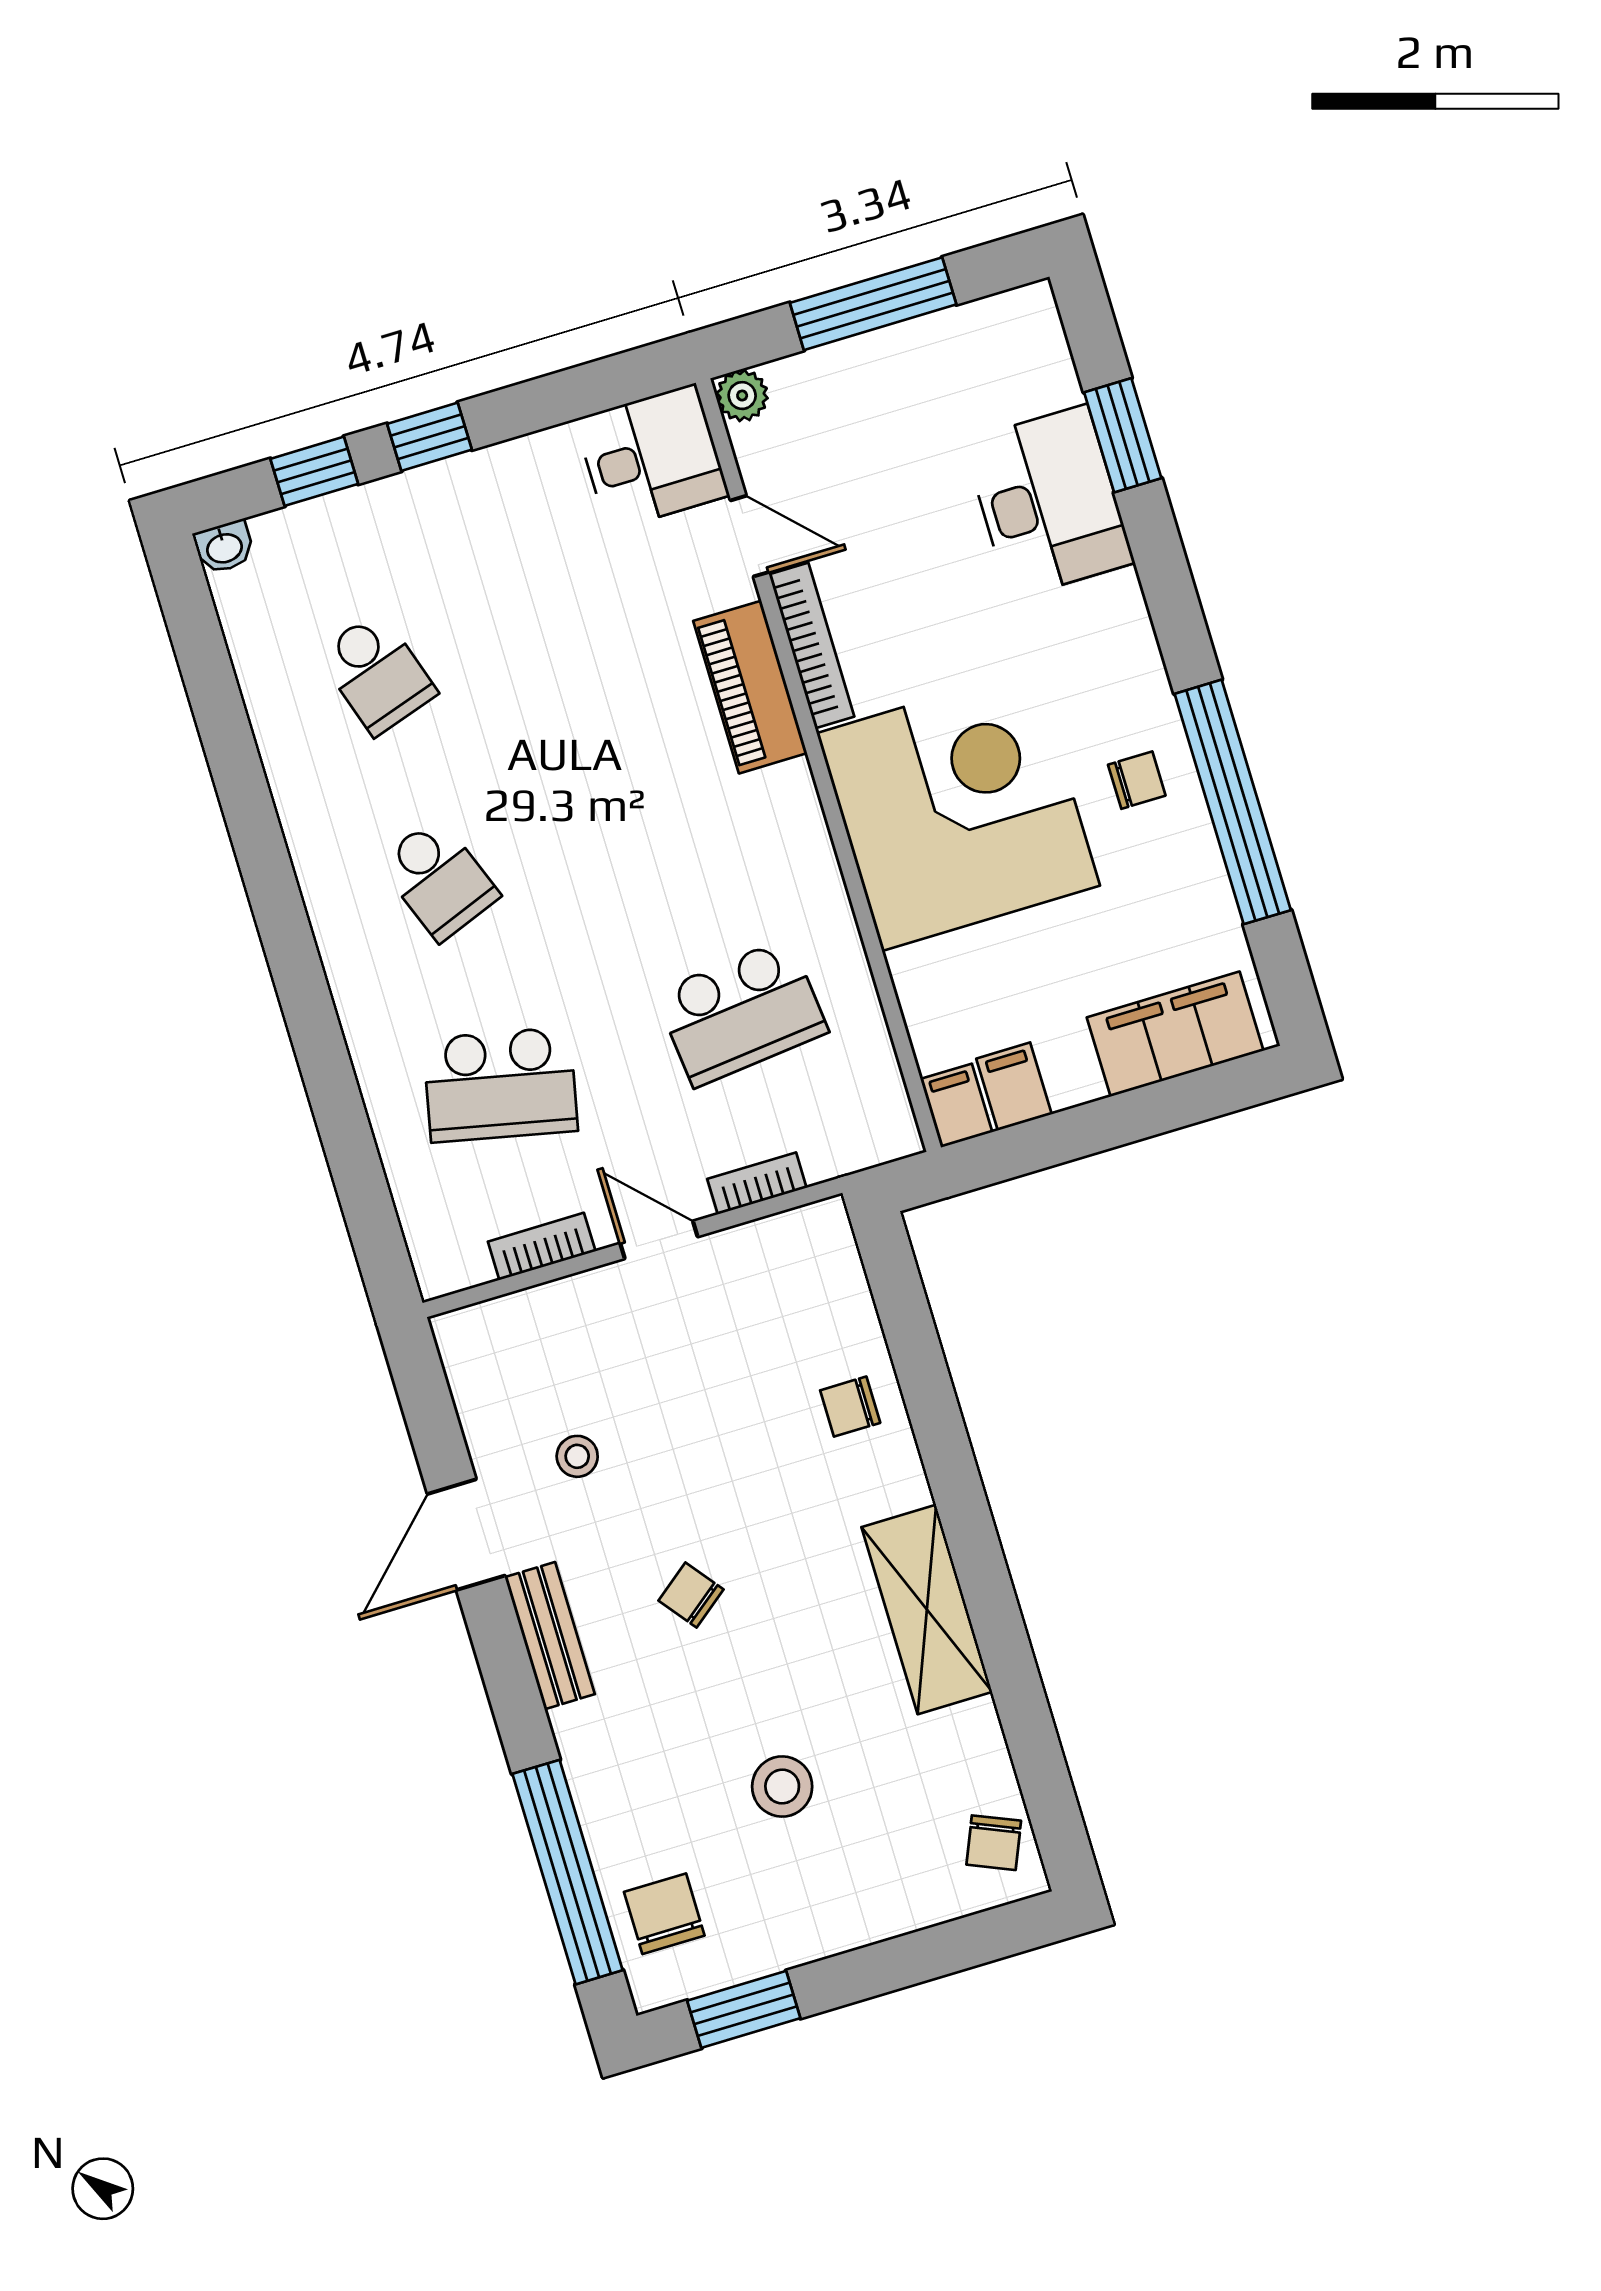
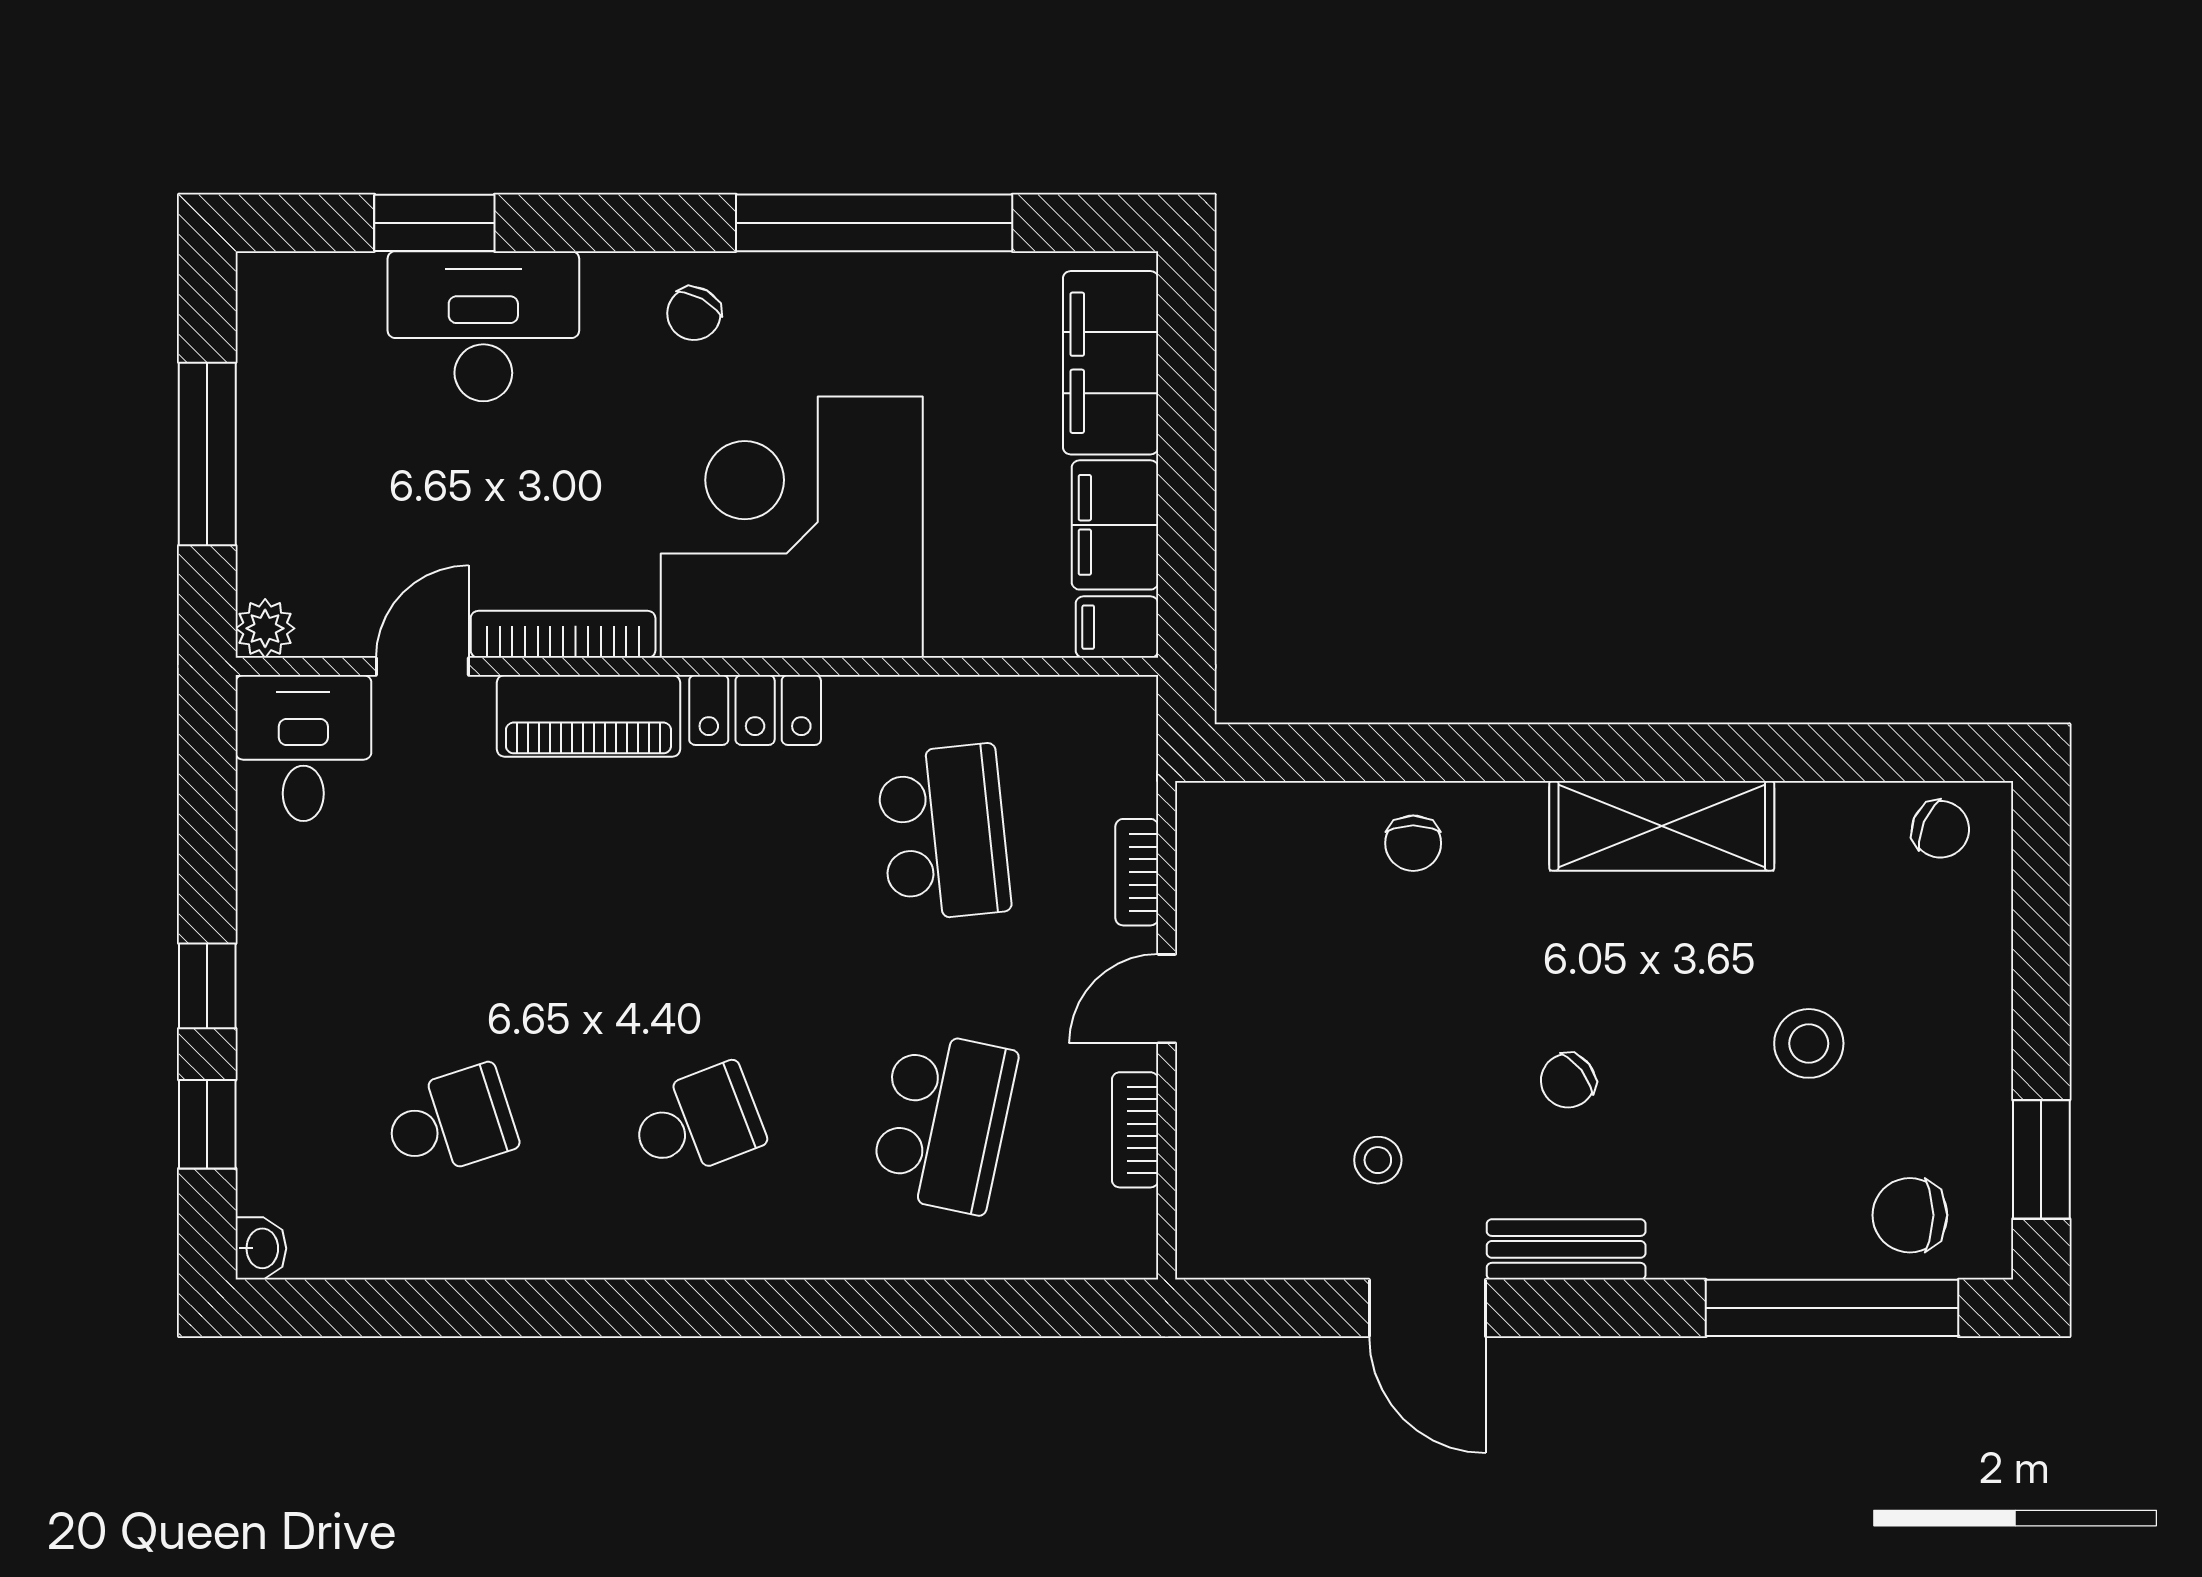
chair: (1137, 780) -> (694, 314), moved, turned -151
locker: (797, 825) -> (755, 710), added
filing cabinet: (1014, 1086) -> (1115, 525), width x2.00

